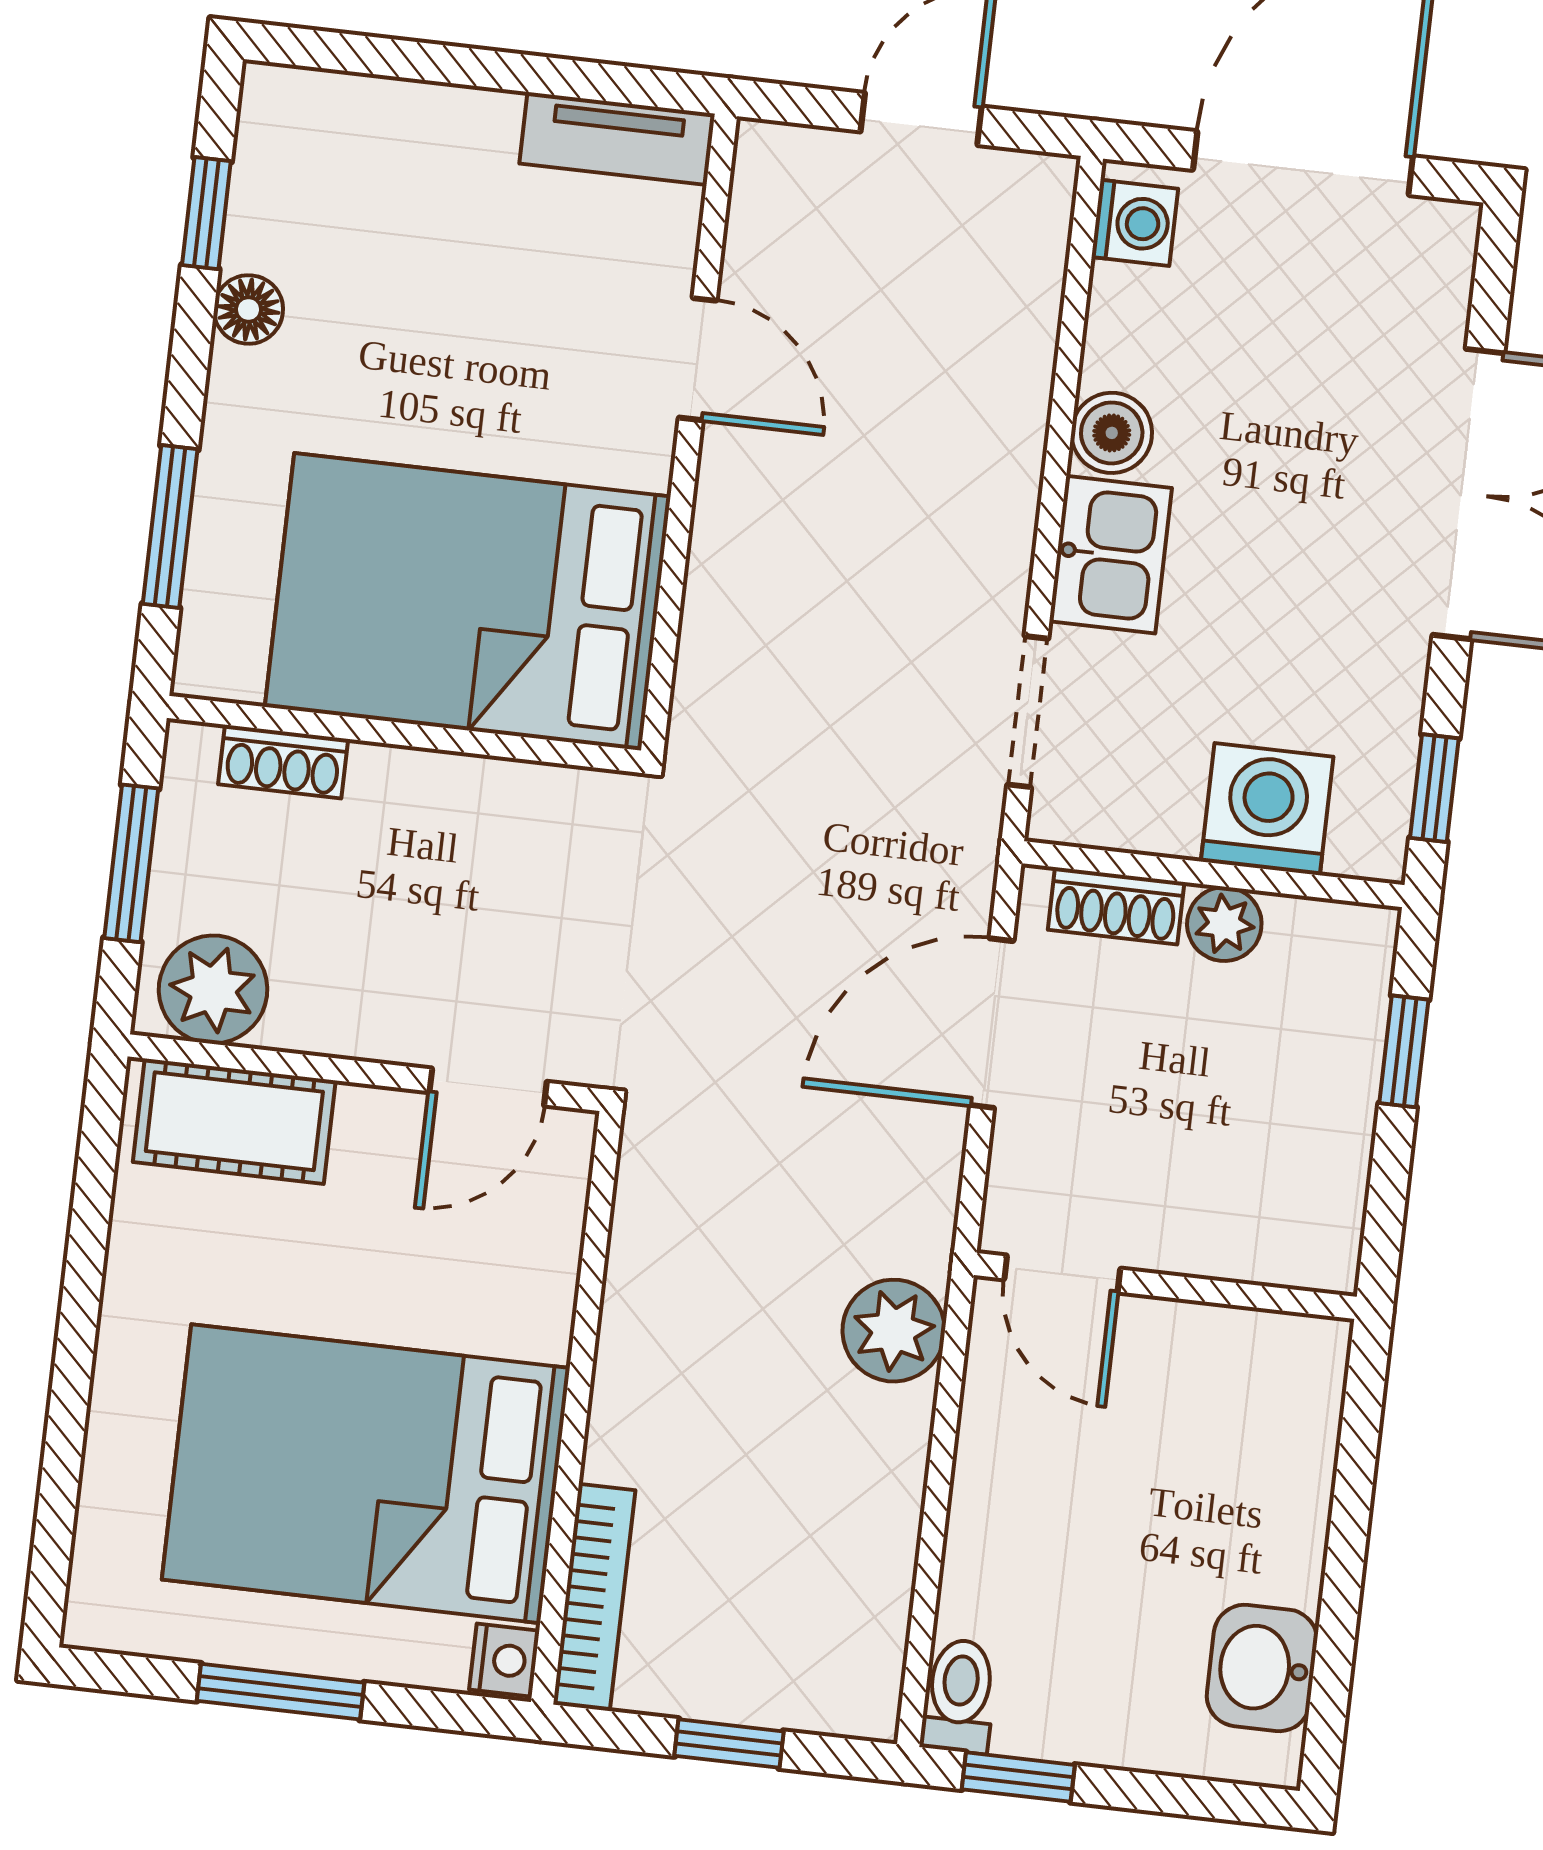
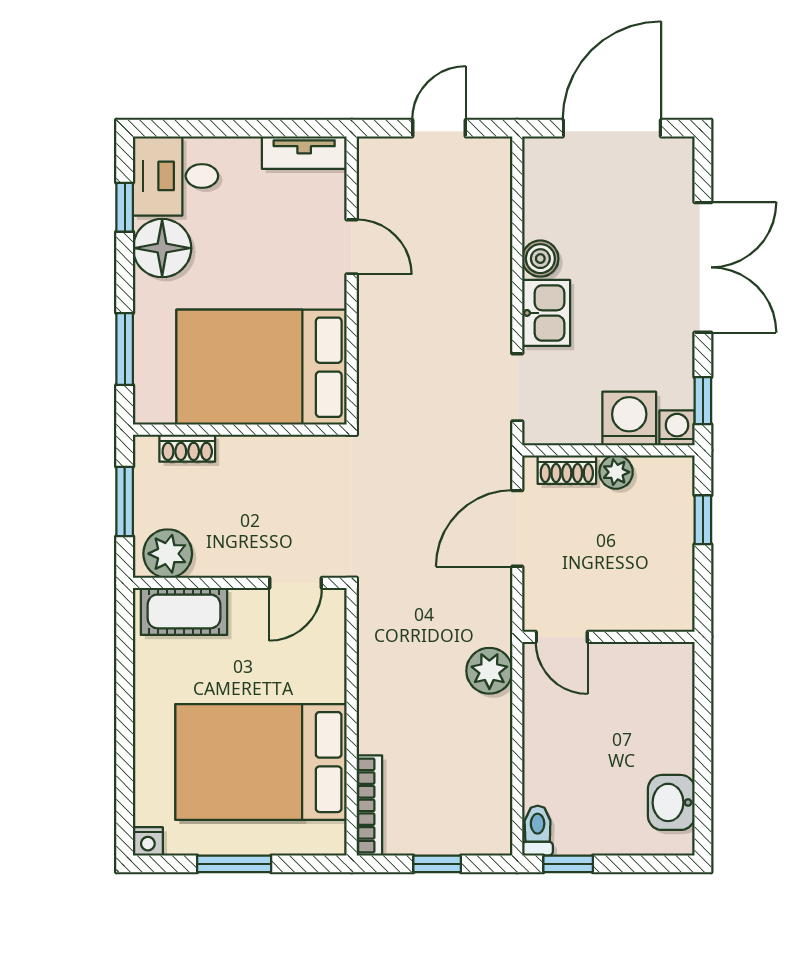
desk: (327, 157) -> (176, 176), added
washing machine: (1135, 223) -> (677, 428), moved, turned -90
floor lamp: (249, 310) -> (162, 248), width x1.89, depth x1.89
nightstand: (504, 1660) -> (148, 841), moved, turned 90

